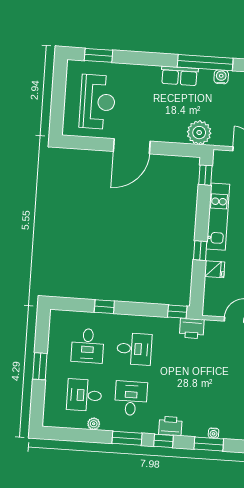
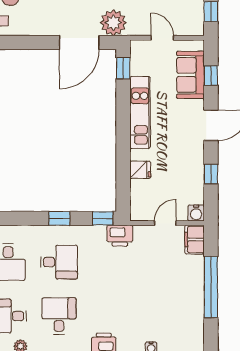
door: (132, 146) -> (79, 42), moved
window: (200, 251) -> (123, 151), removed
window: (104, 307) -> (59, 218), moved

